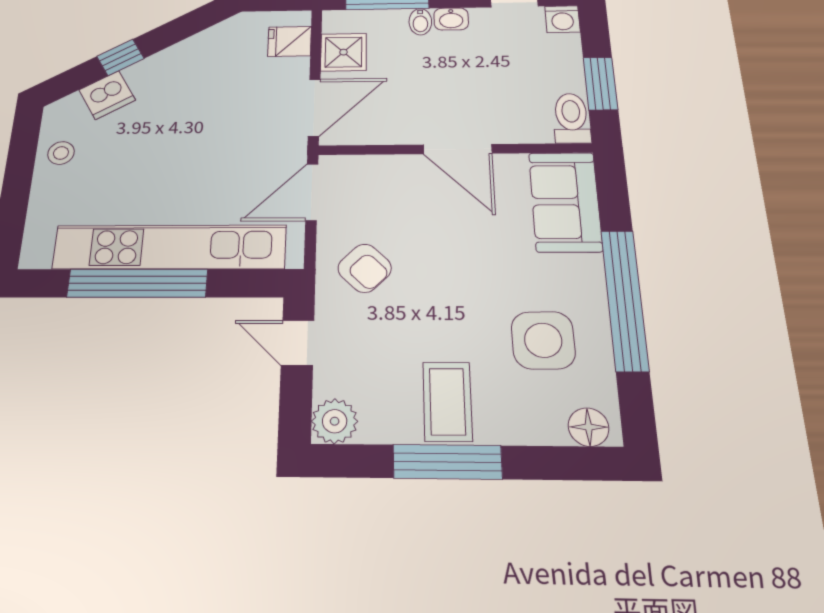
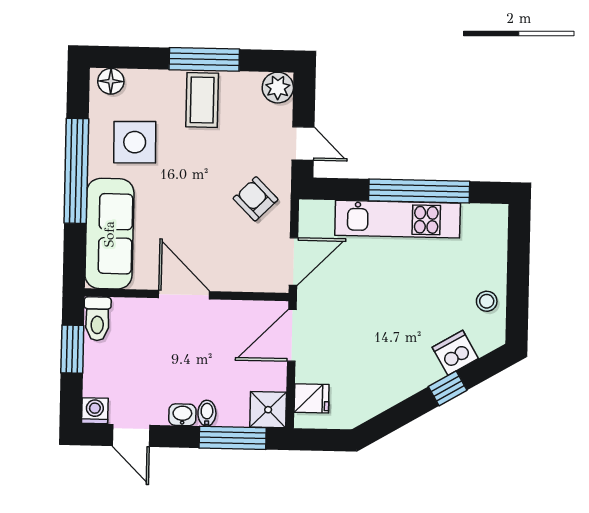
shower: (343, 52) -> (268, 410), moved
sofa: (565, 202) -> (109, 234), width x1.36
kitchen unit: (169, 247) -> (398, 219), width x0.73

